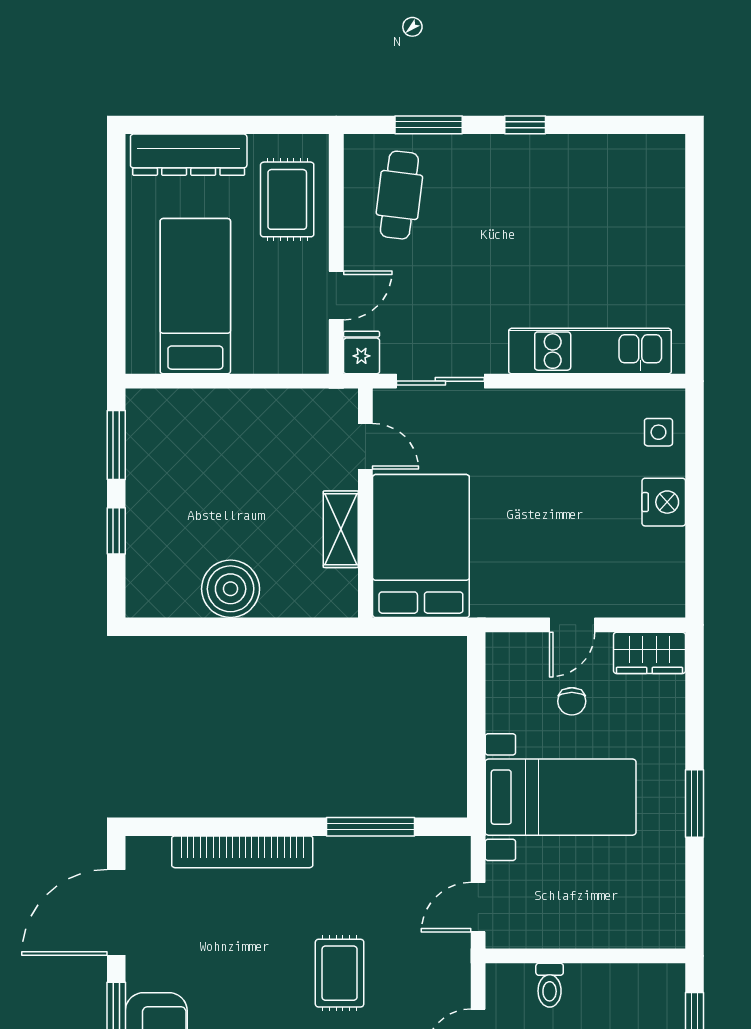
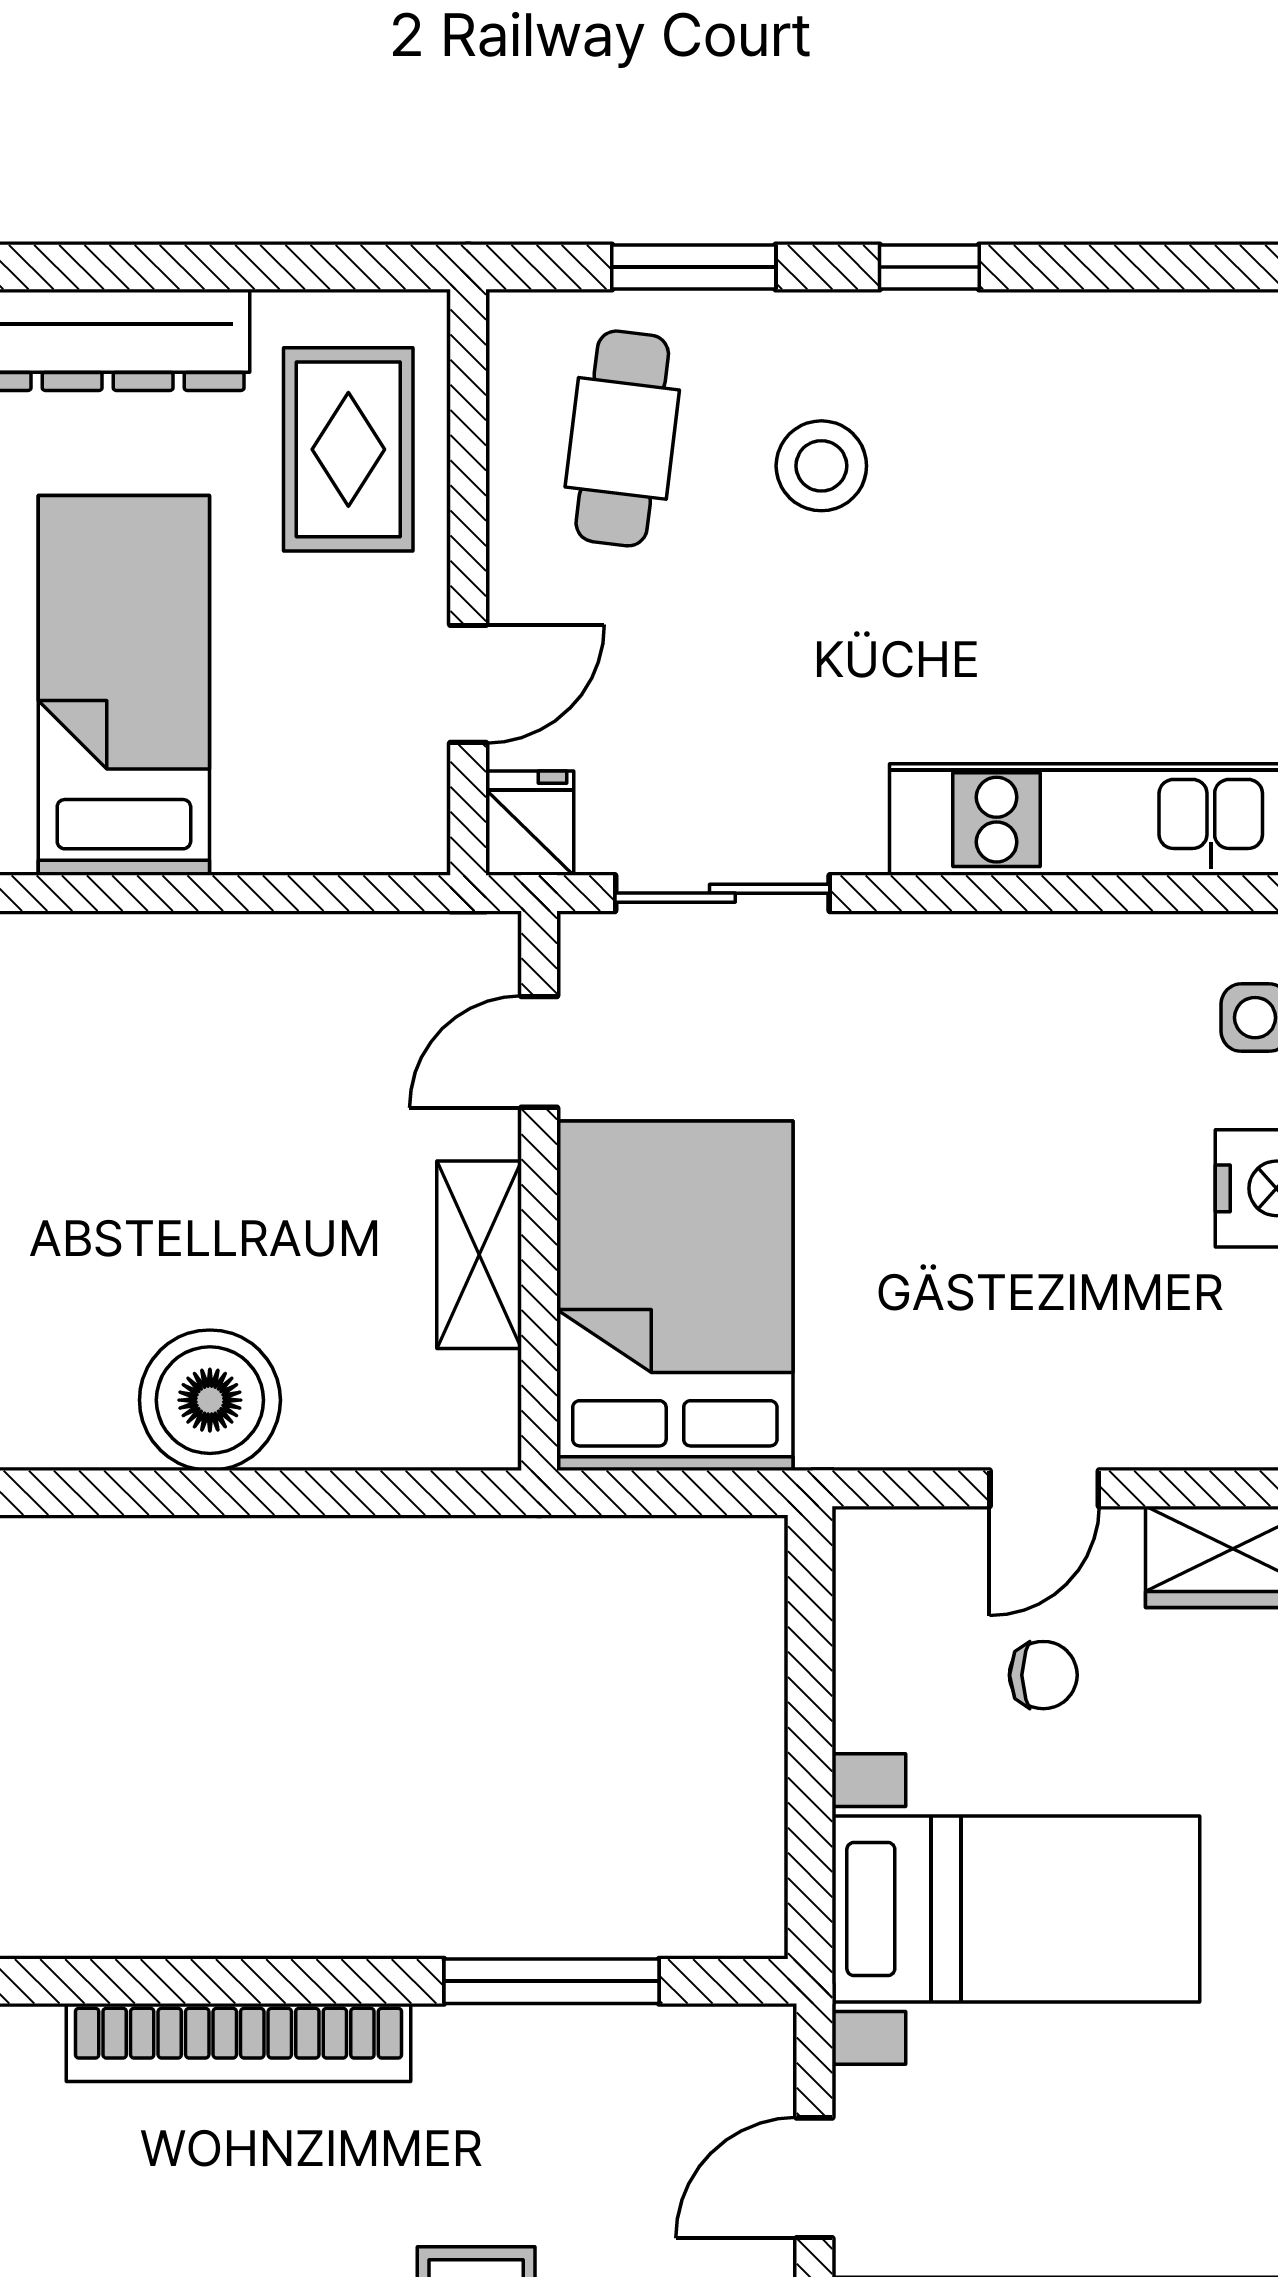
stool: (481, 206) -> (821, 466), added
door: (365, 446) -> (539, 1052), swing flipped
chair: (572, 701) -> (1043, 1675), turned -90

